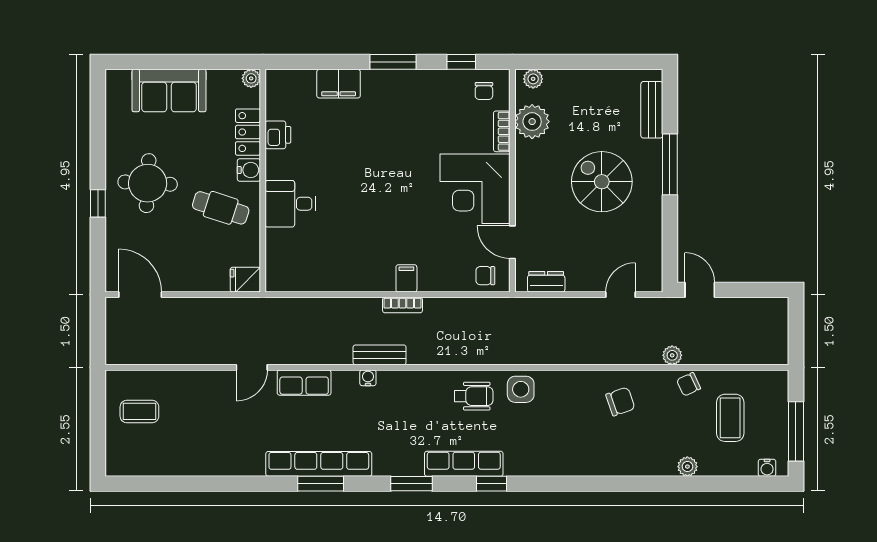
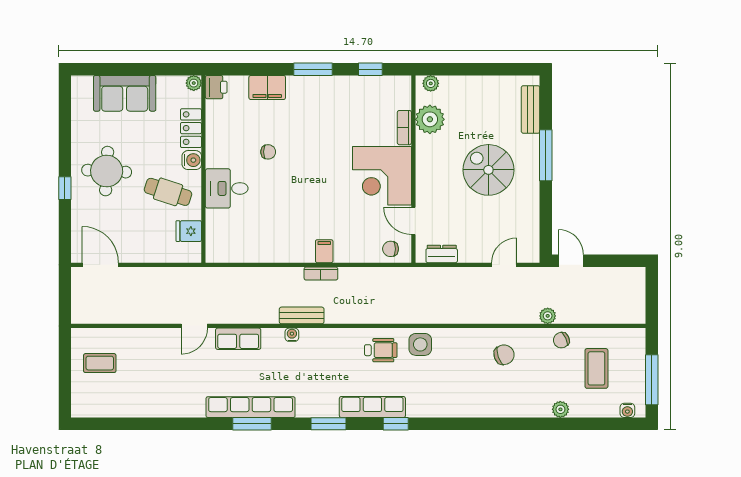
chair: (484, 91) -> (268, 152), moved, turned -90
printer: (278, 135) -> (216, 87), moved
fridge: (245, 280) -> (189, 231), moved

